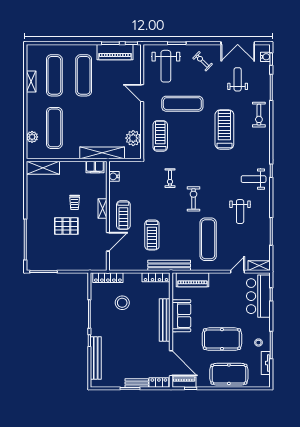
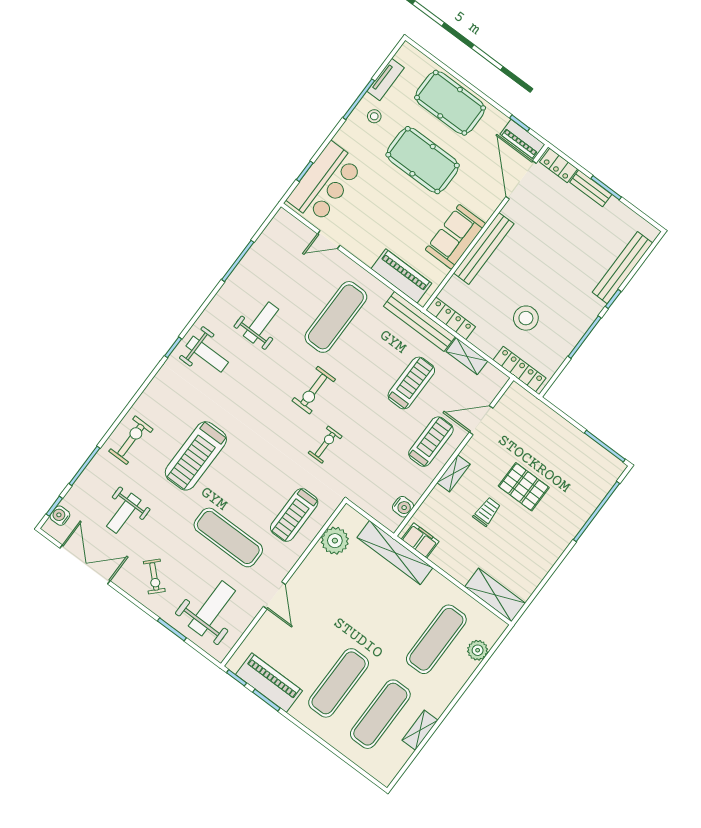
shelving: (259, 266) -> (467, 356), moved

